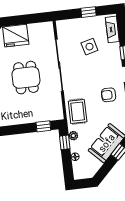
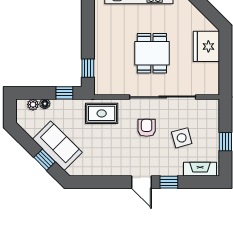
dining table: (26, 78) -> (152, 53), turned 90
armchair: (109, 95) -> (147, 128), moved
plant: (73, 136) -> (33, 105), moved

